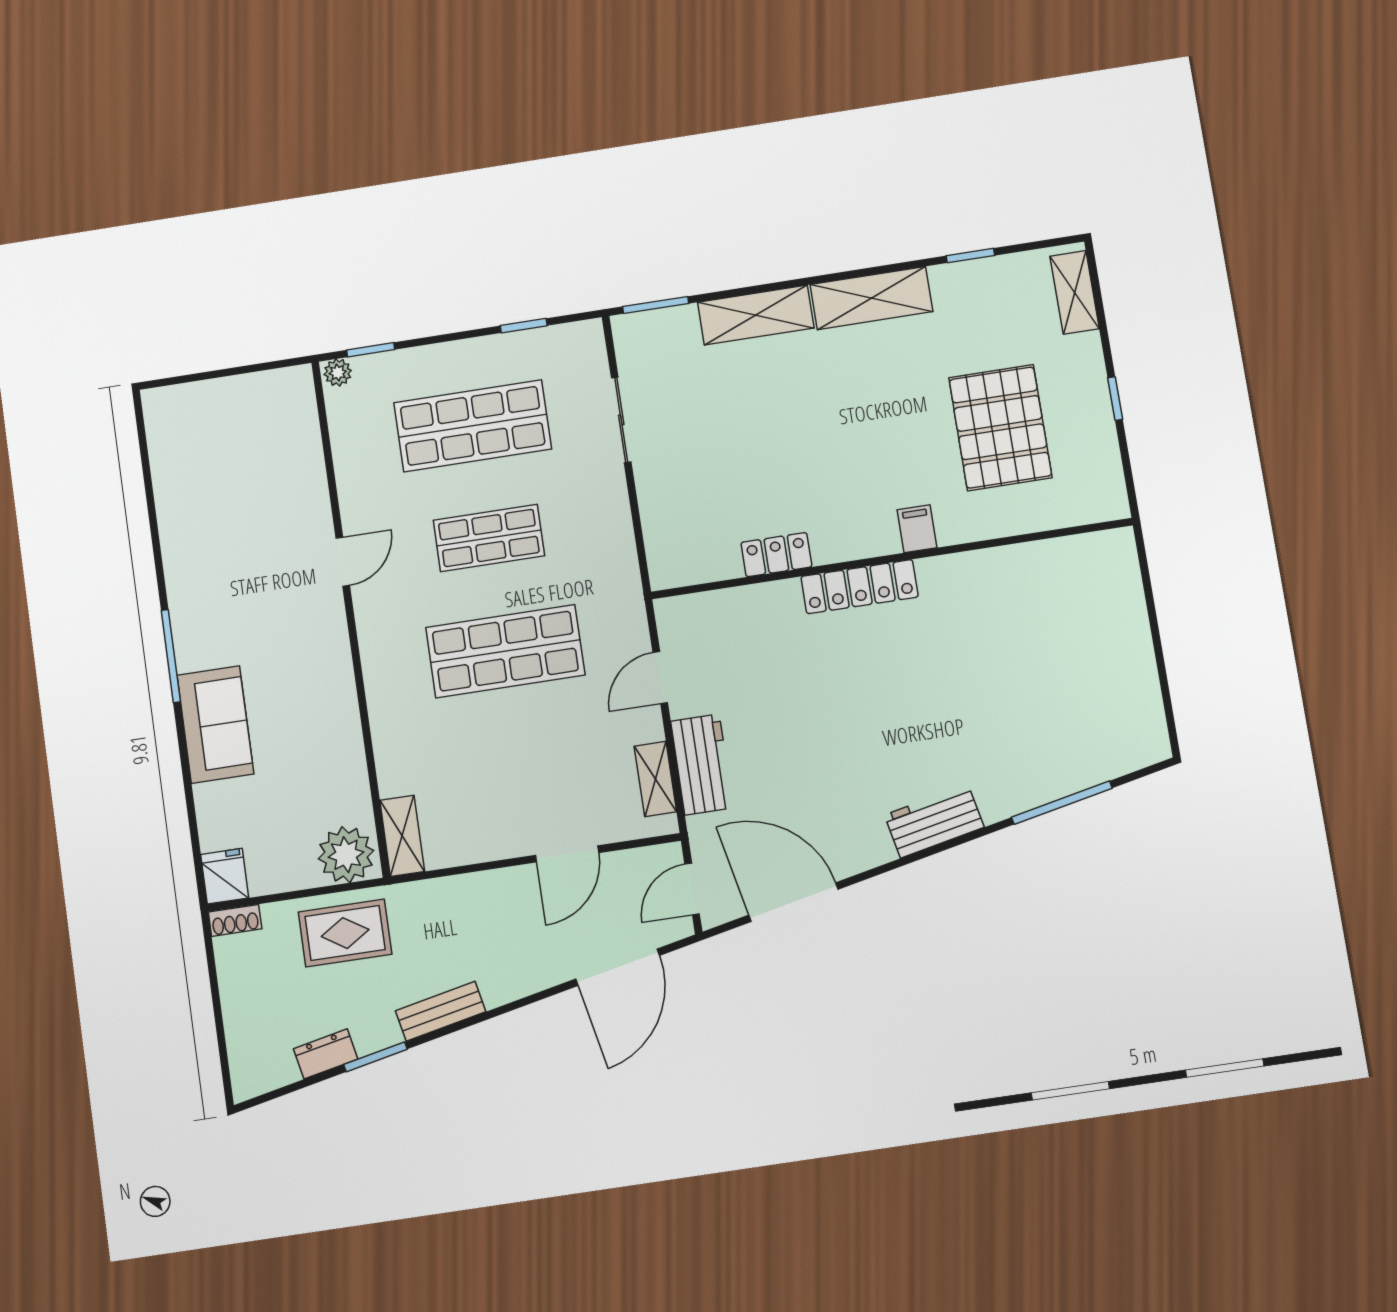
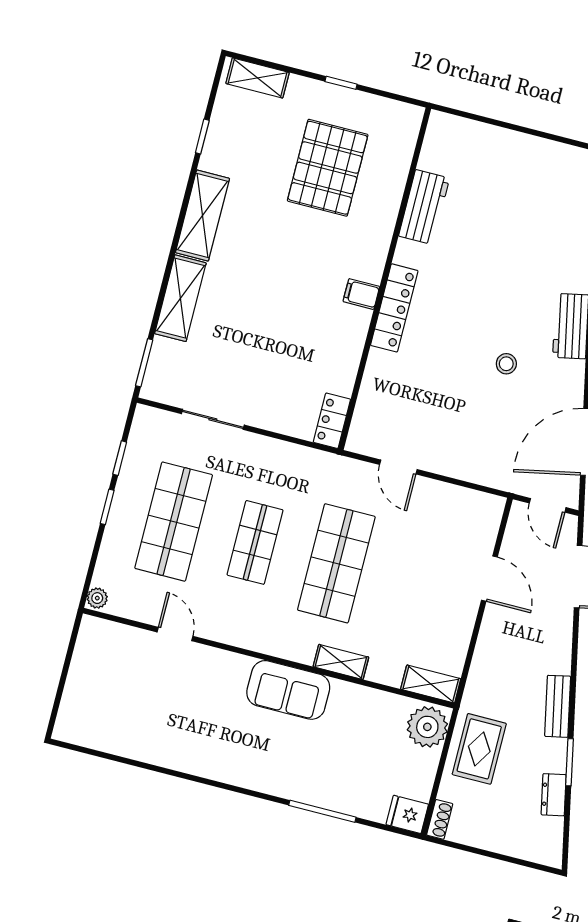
window: (371, 350) -> (107, 507), moved
pallet: (1000, 428) -> (328, 168), turned 90
filing cabinet: (917, 529) -> (361, 294), moved
locker: (776, 555) -> (332, 421), moved
door: (343, 562) -> (175, 634), moved
window: (171, 656) -> (322, 811), moved
sofa: (215, 725) -> (288, 690), moved, turned 180
stool: (850, 759) -> (506, 364), added
workbench: (702, 764) -> (424, 207), moved, turned 90
shelving: (655, 779) -> (341, 662), moved

